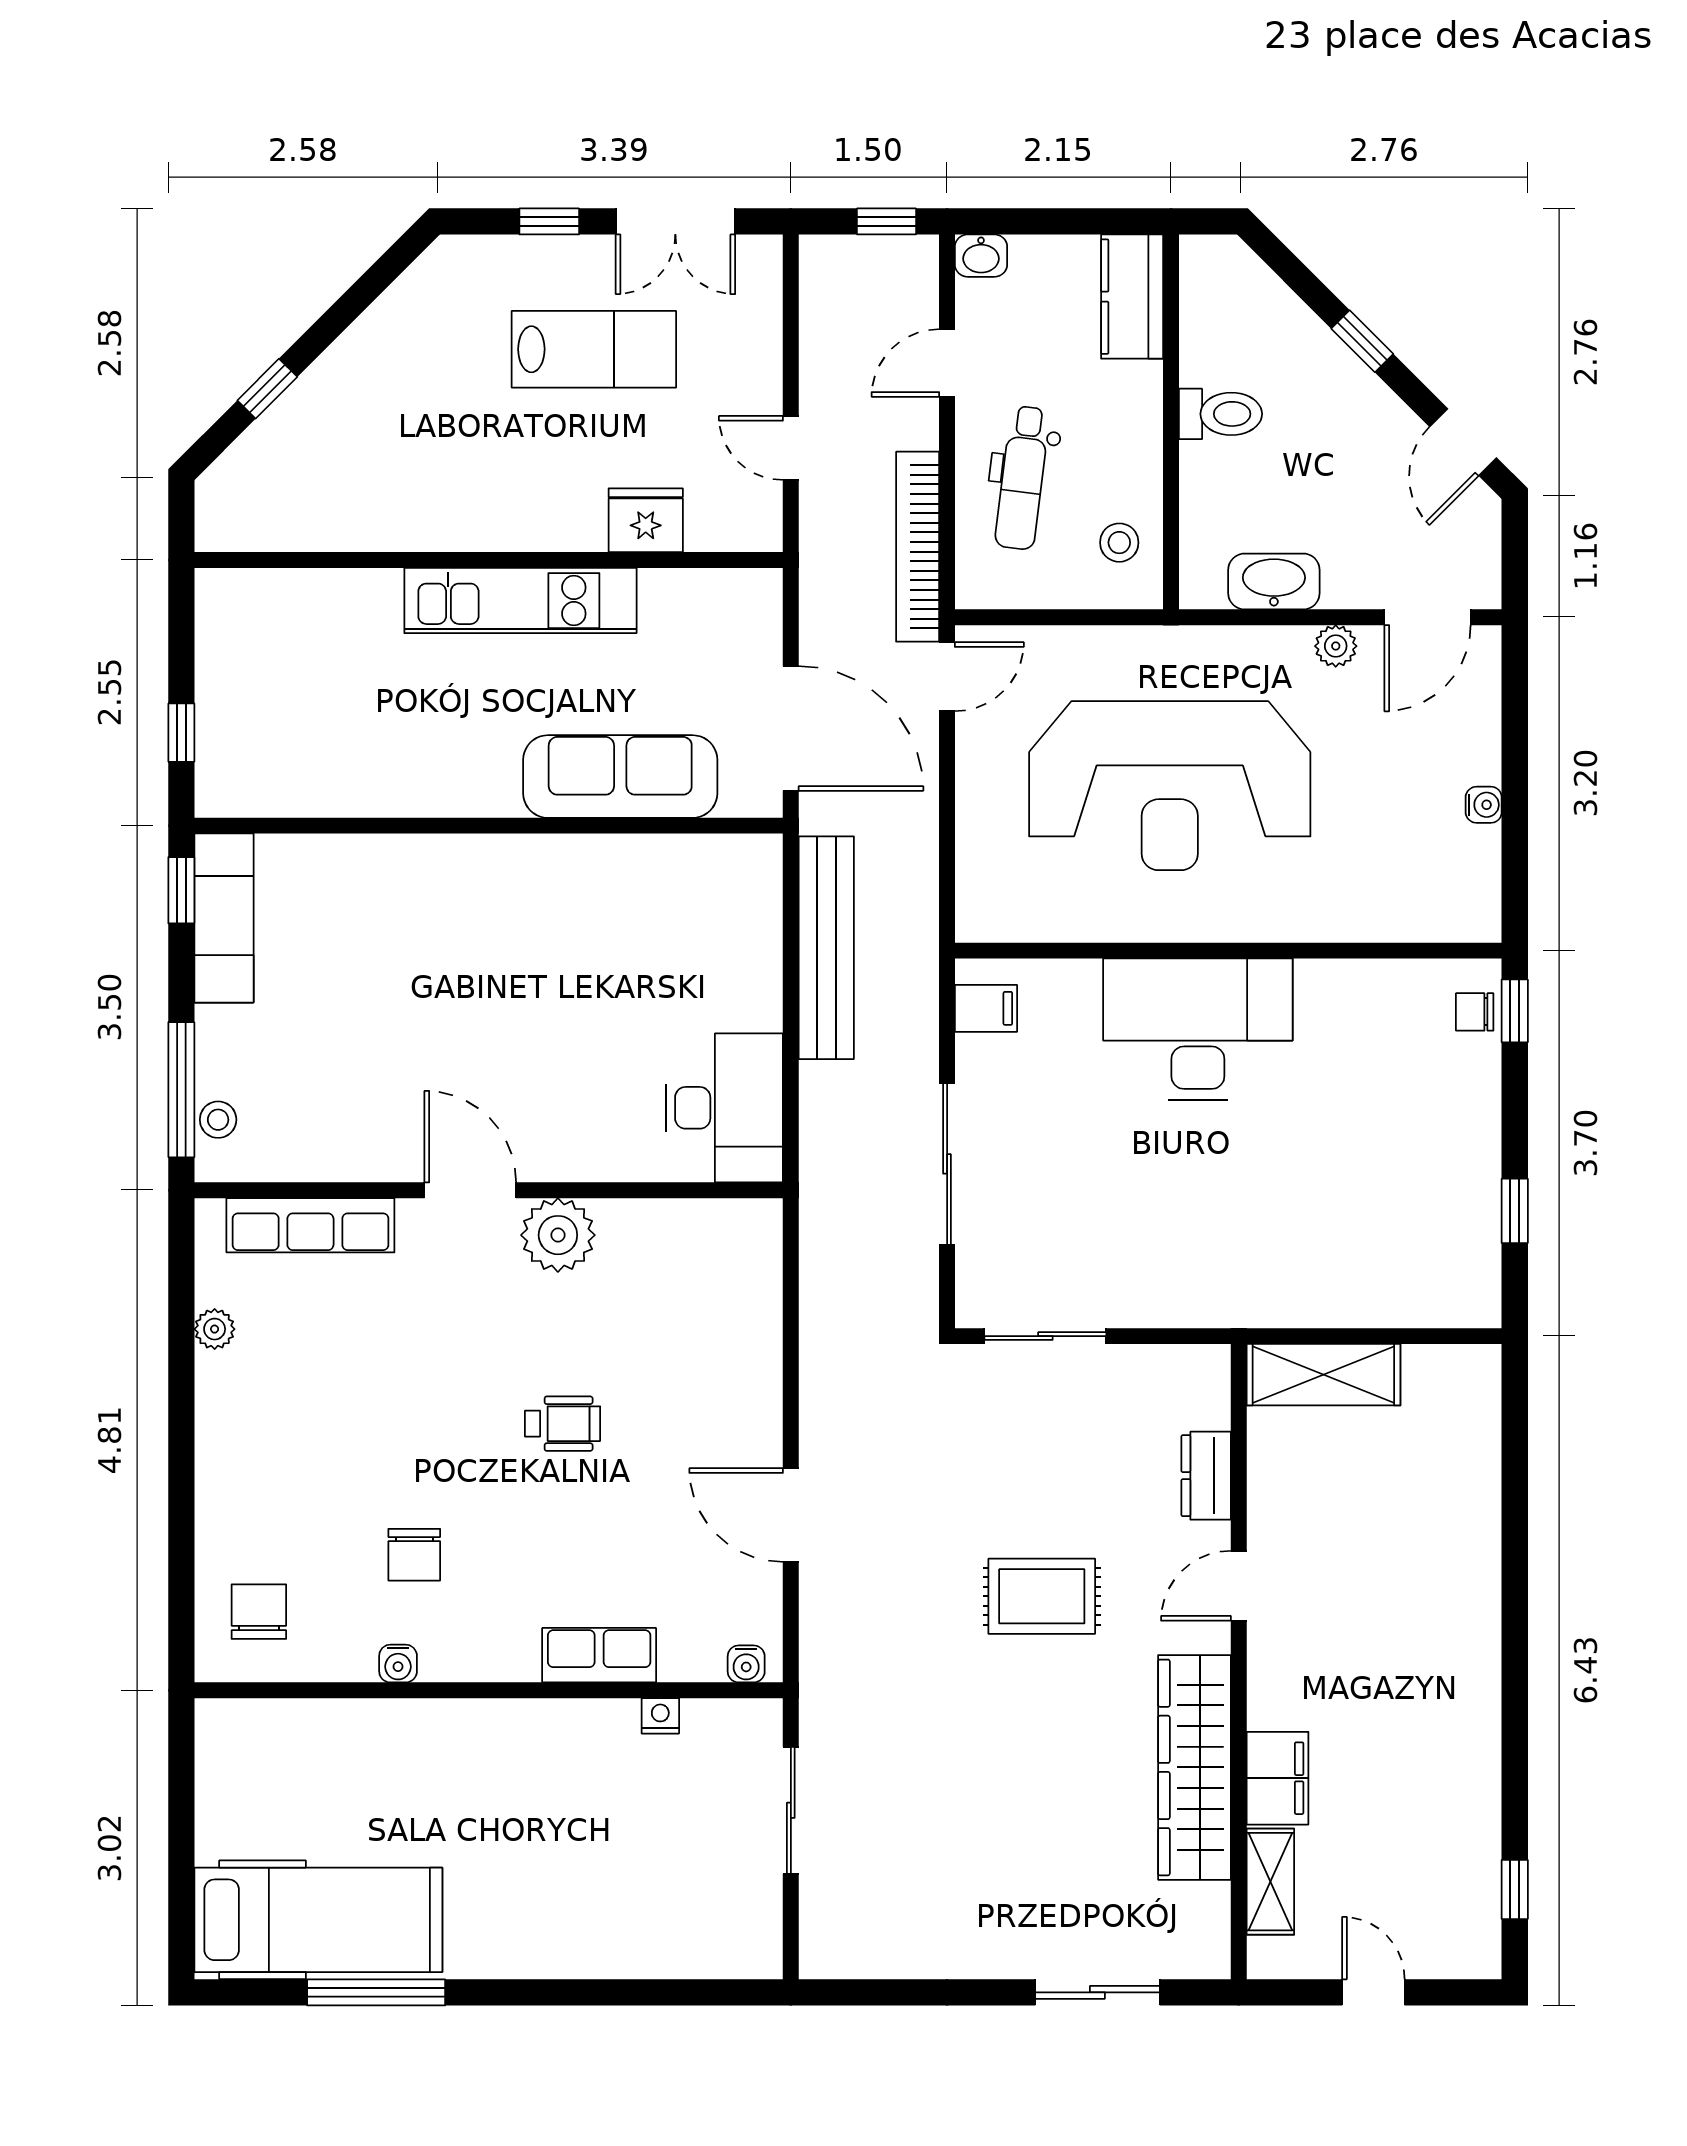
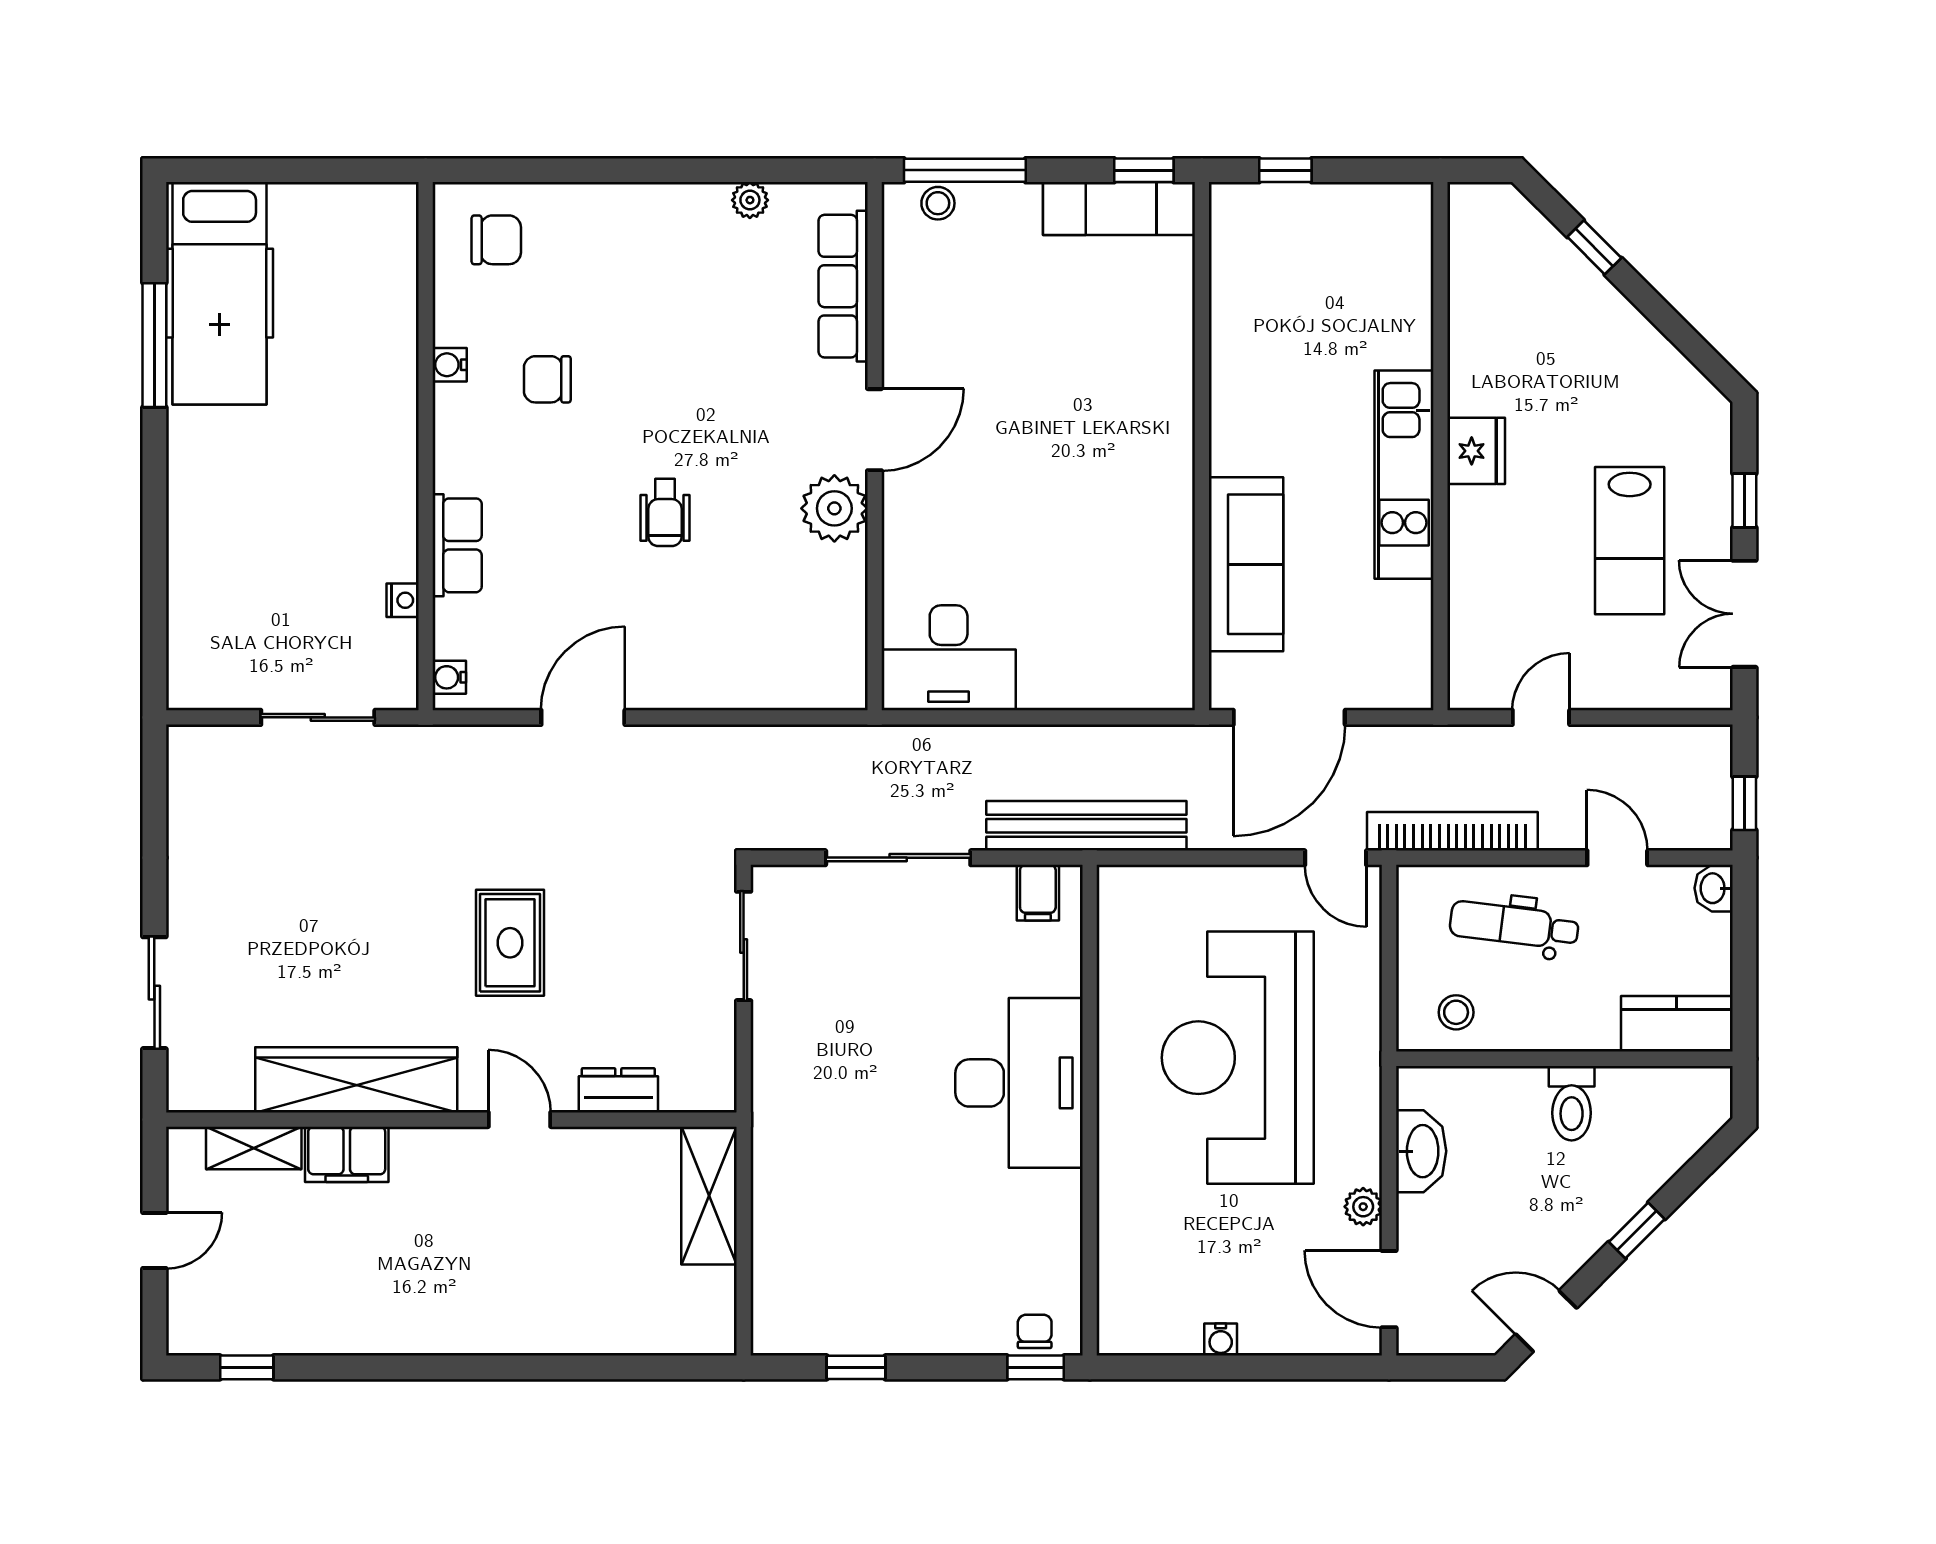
fridge: (646, 520) -> (1476, 451), moved
bench: (826, 948) -> (1086, 826), moved

